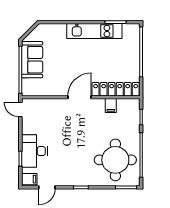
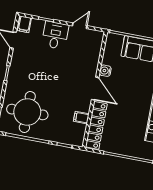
water cooler: (60, 91) -> (105, 71), added
door: (20, 110) -> (80, 26), moved
desk: (34, 151) -> (55, 35), width x0.73

